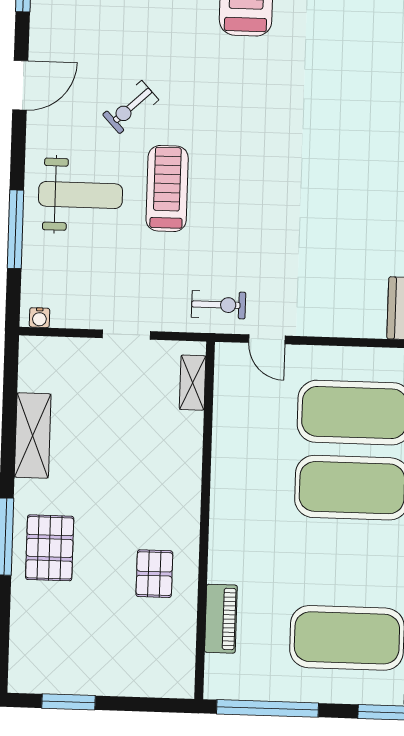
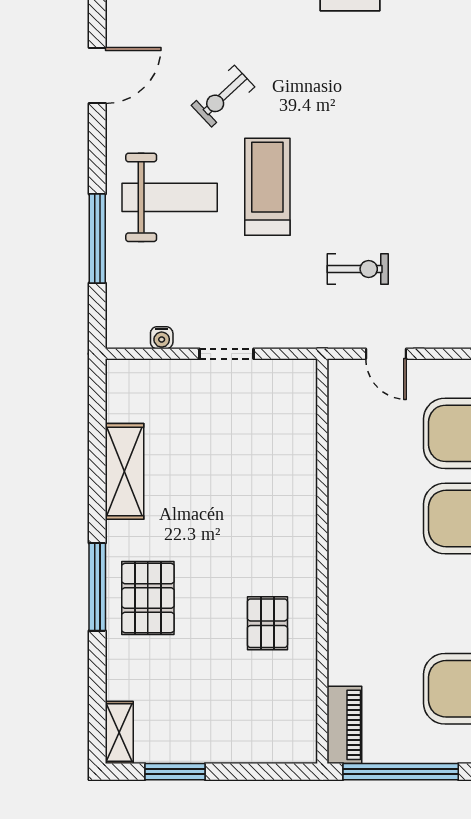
exercise bike: (219, 305) -> (358, 269), moved
water cooler: (39, 318) -> (162, 338), moved
shelving: (193, 383) -> (119, 733), moved
piano: (221, 619) -> (344, 725), moved

